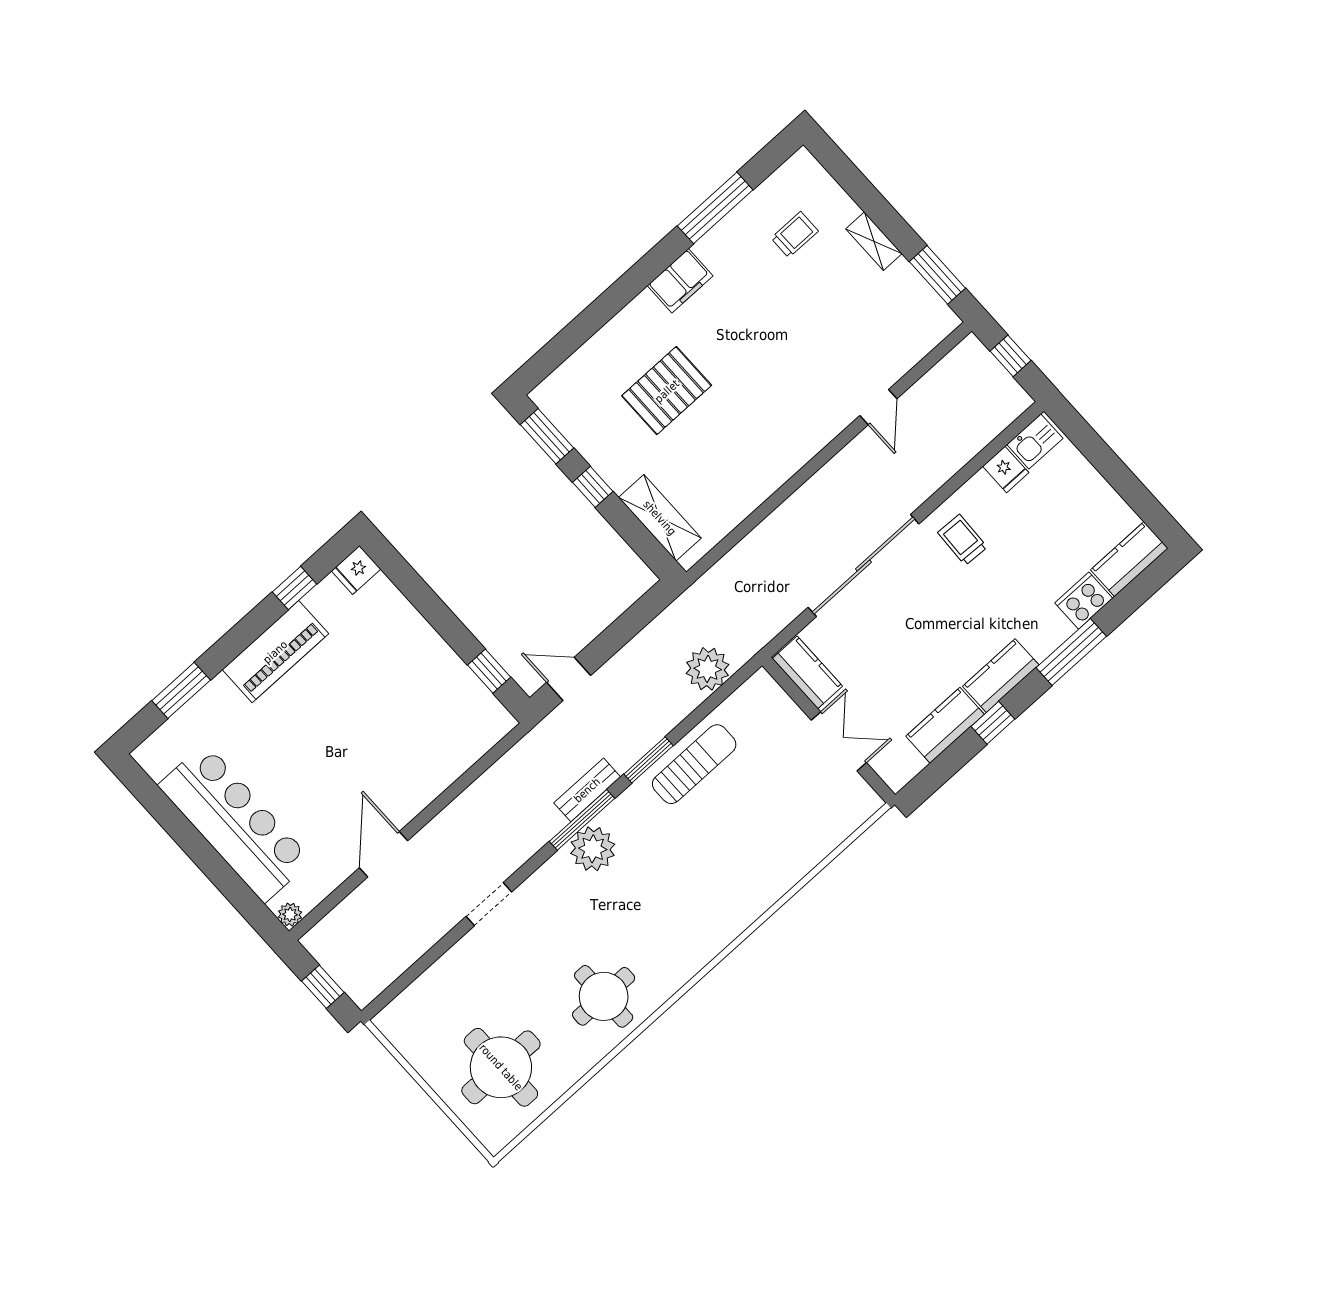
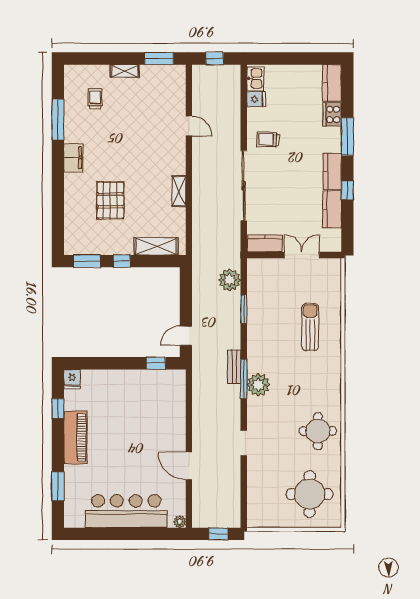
shelving: (770, 478) -> (179, 191), added
window: (649, 760) -> (244, 309), moved
sun lounger: (694, 764) -> (310, 327), moved

